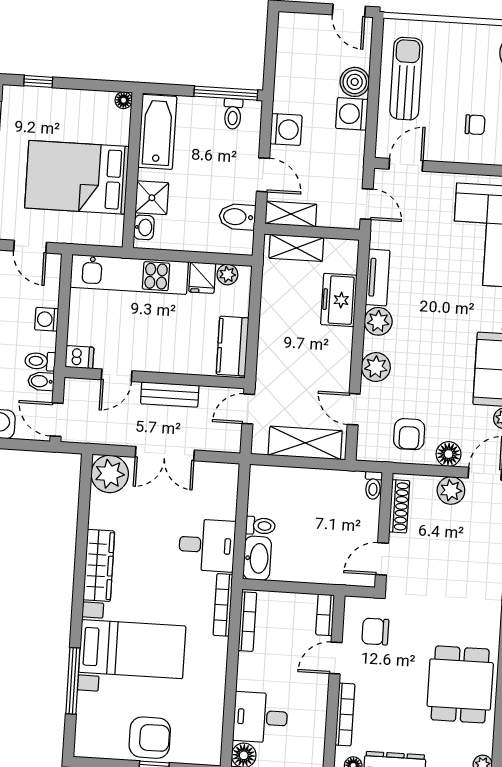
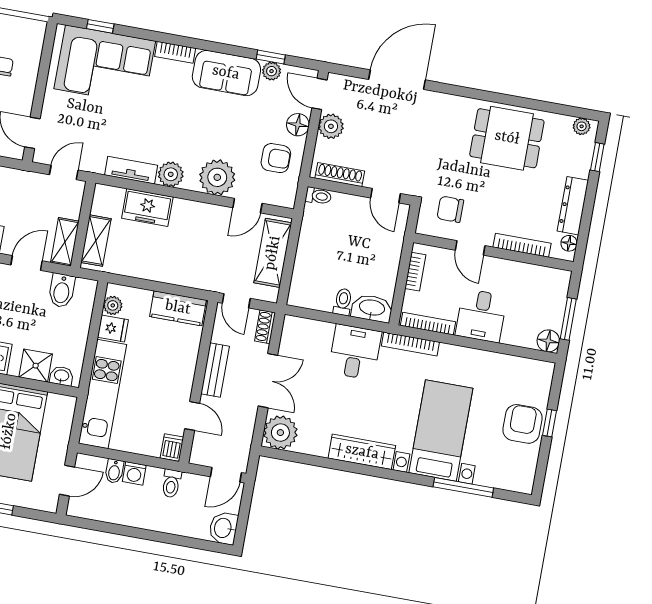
plant: (376, 367) -> (217, 177), width x1.36, depth x1.36
bidet: (41, 381) -> (114, 471), moved
shoe rack: (223, 444) -> (265, 327), added
bookcase: (325, 615) -> (415, 272), moved, turned -90
chair: (375, 632) -> (450, 209), turned 90
desk: (260, 717) -> (481, 316), moved

